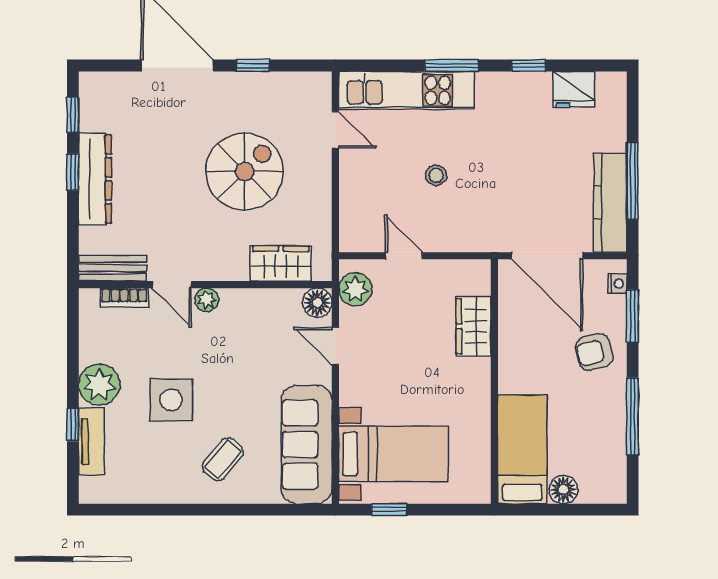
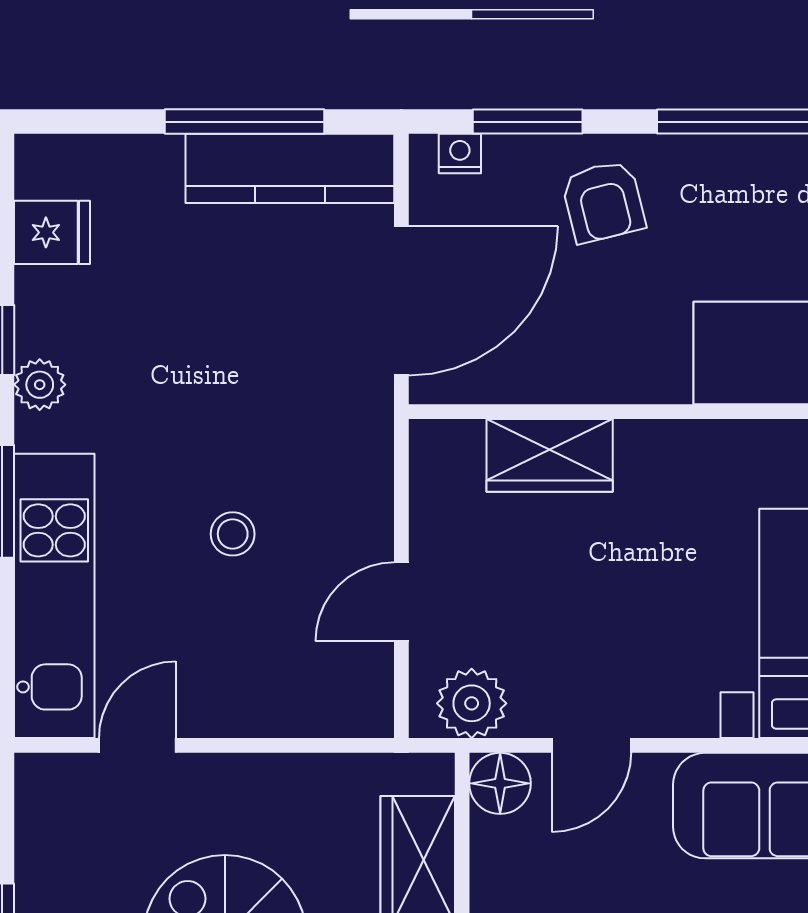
plant: (507, 83) -> (40, 385), added
fridge: (574, 89) -> (52, 232), width x0.72

